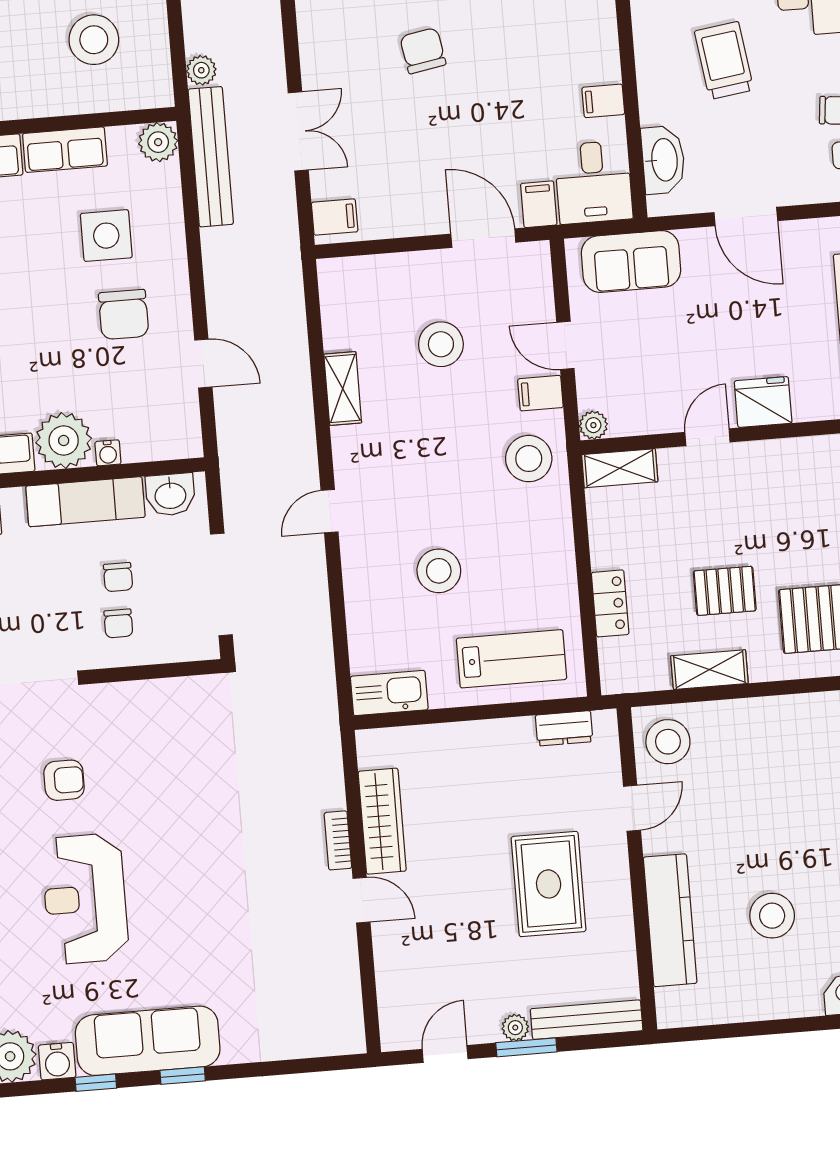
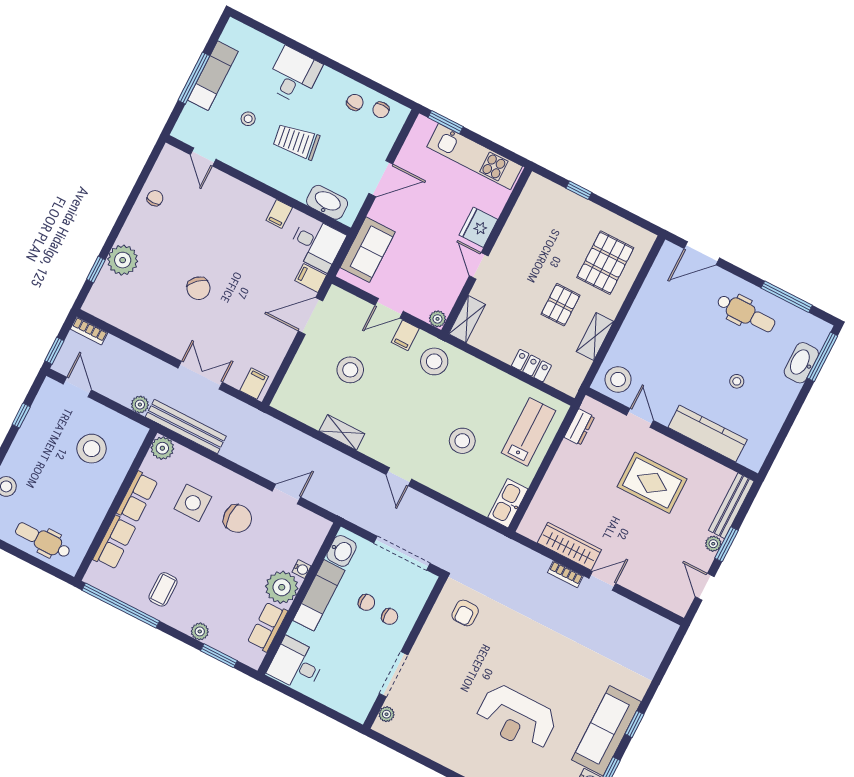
chair: (423, 51) -> (199, 288), turned -123
armchair: (64, 780) -> (465, 613), moved, turned 180
stool: (772, 916) -> (737, 381), width x0.53, depth x0.53

